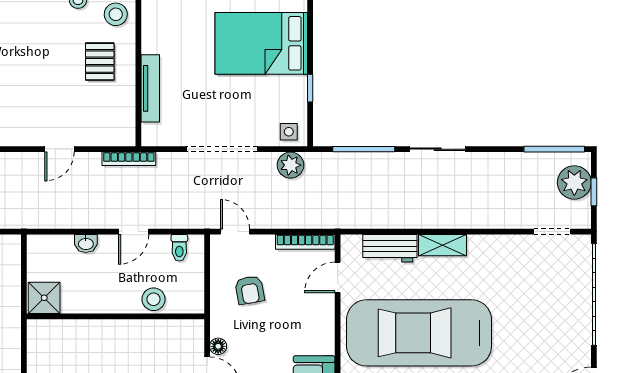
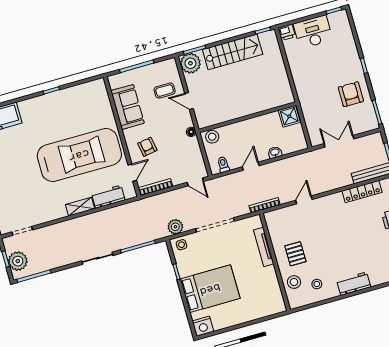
armchair: (250, 290) -> (147, 147), moved
stool: (154, 299) -> (212, 137), moved
floor lamp: (218, 346) -> (191, 132), moved

